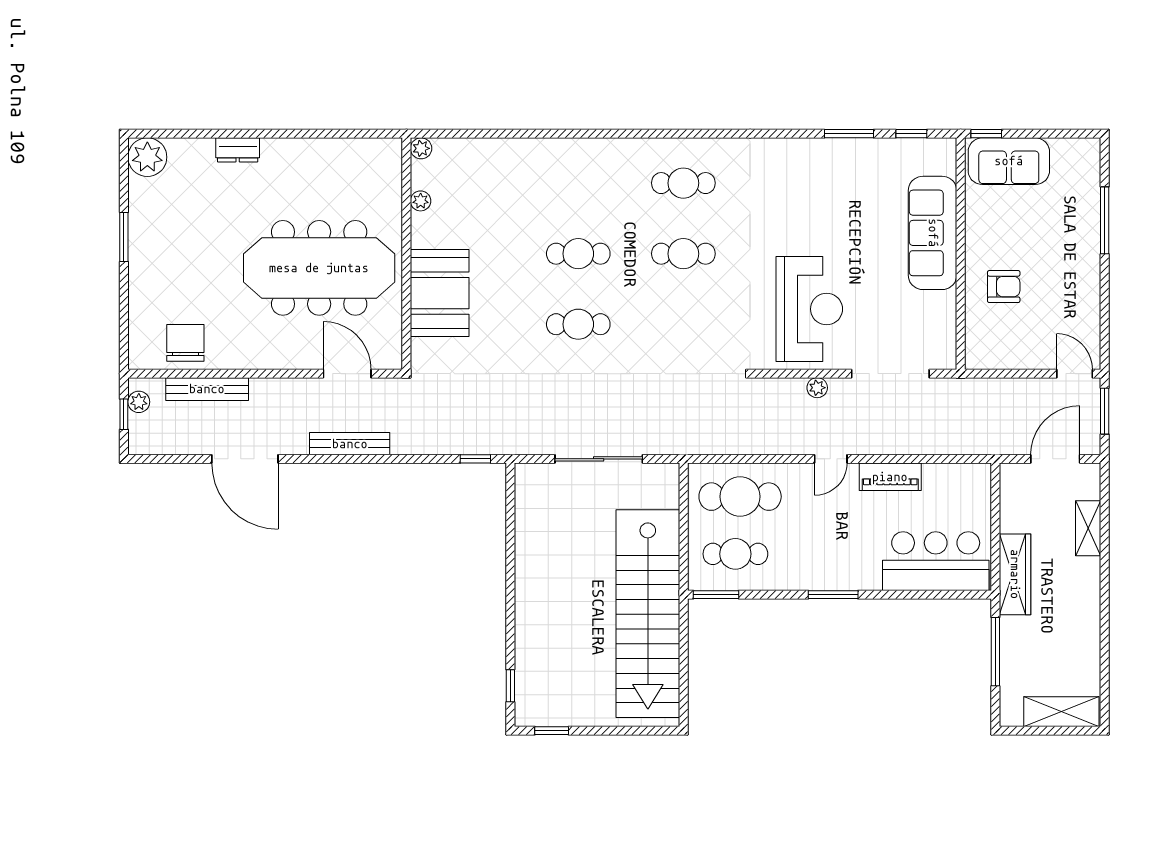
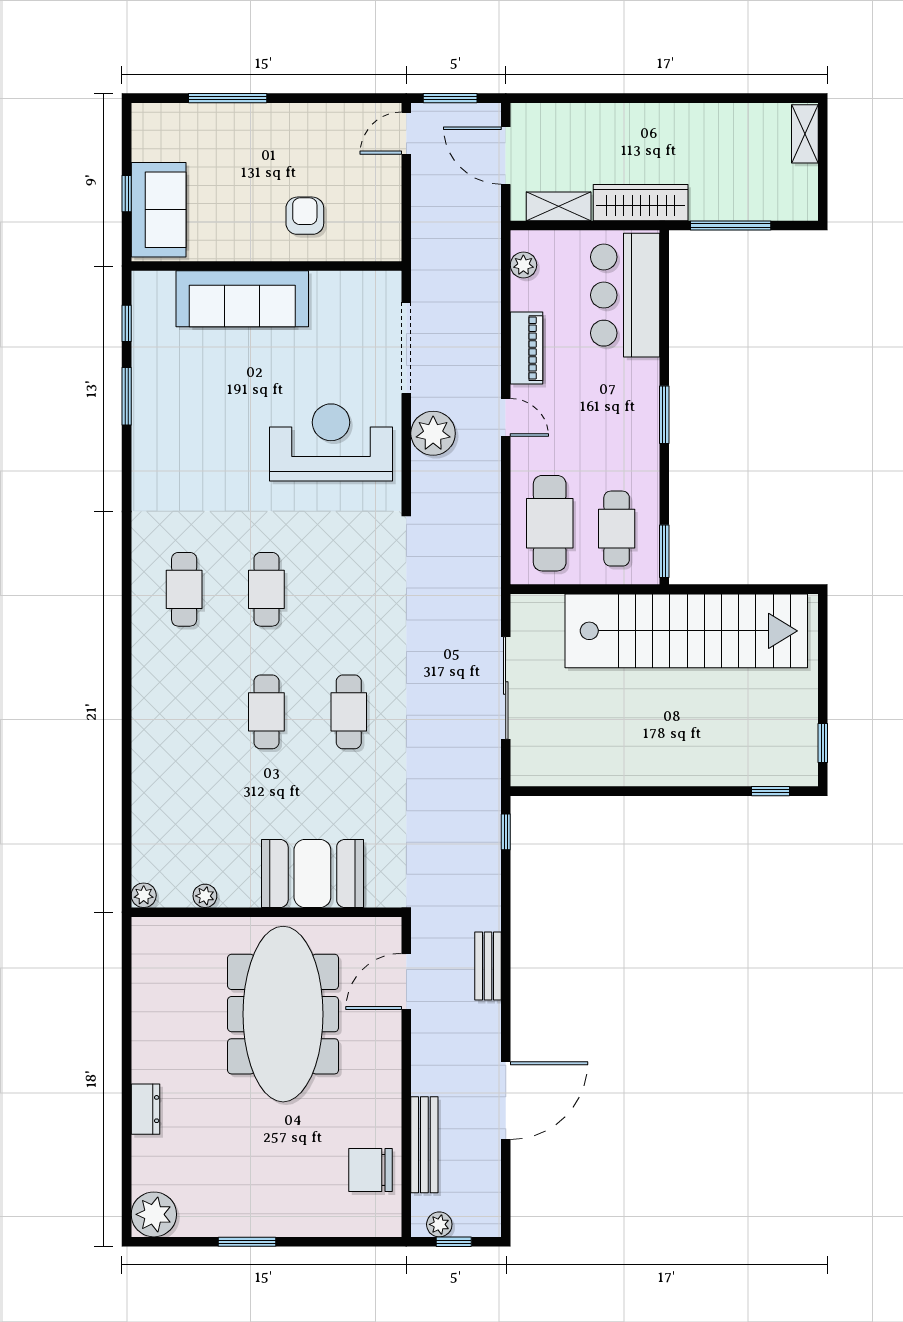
window: (986, 134) -> (127, 194), moved
plant: (817, 388) -> (433, 433), width x1.88, depth x1.88
bench: (350, 444) -> (488, 966), width x0.73
plant: (961, 474) -> (523, 265), added
shelving: (1088, 528) -> (559, 206), moved
shelving: (1061, 712) -> (805, 134), width x0.67, depth x0.75

